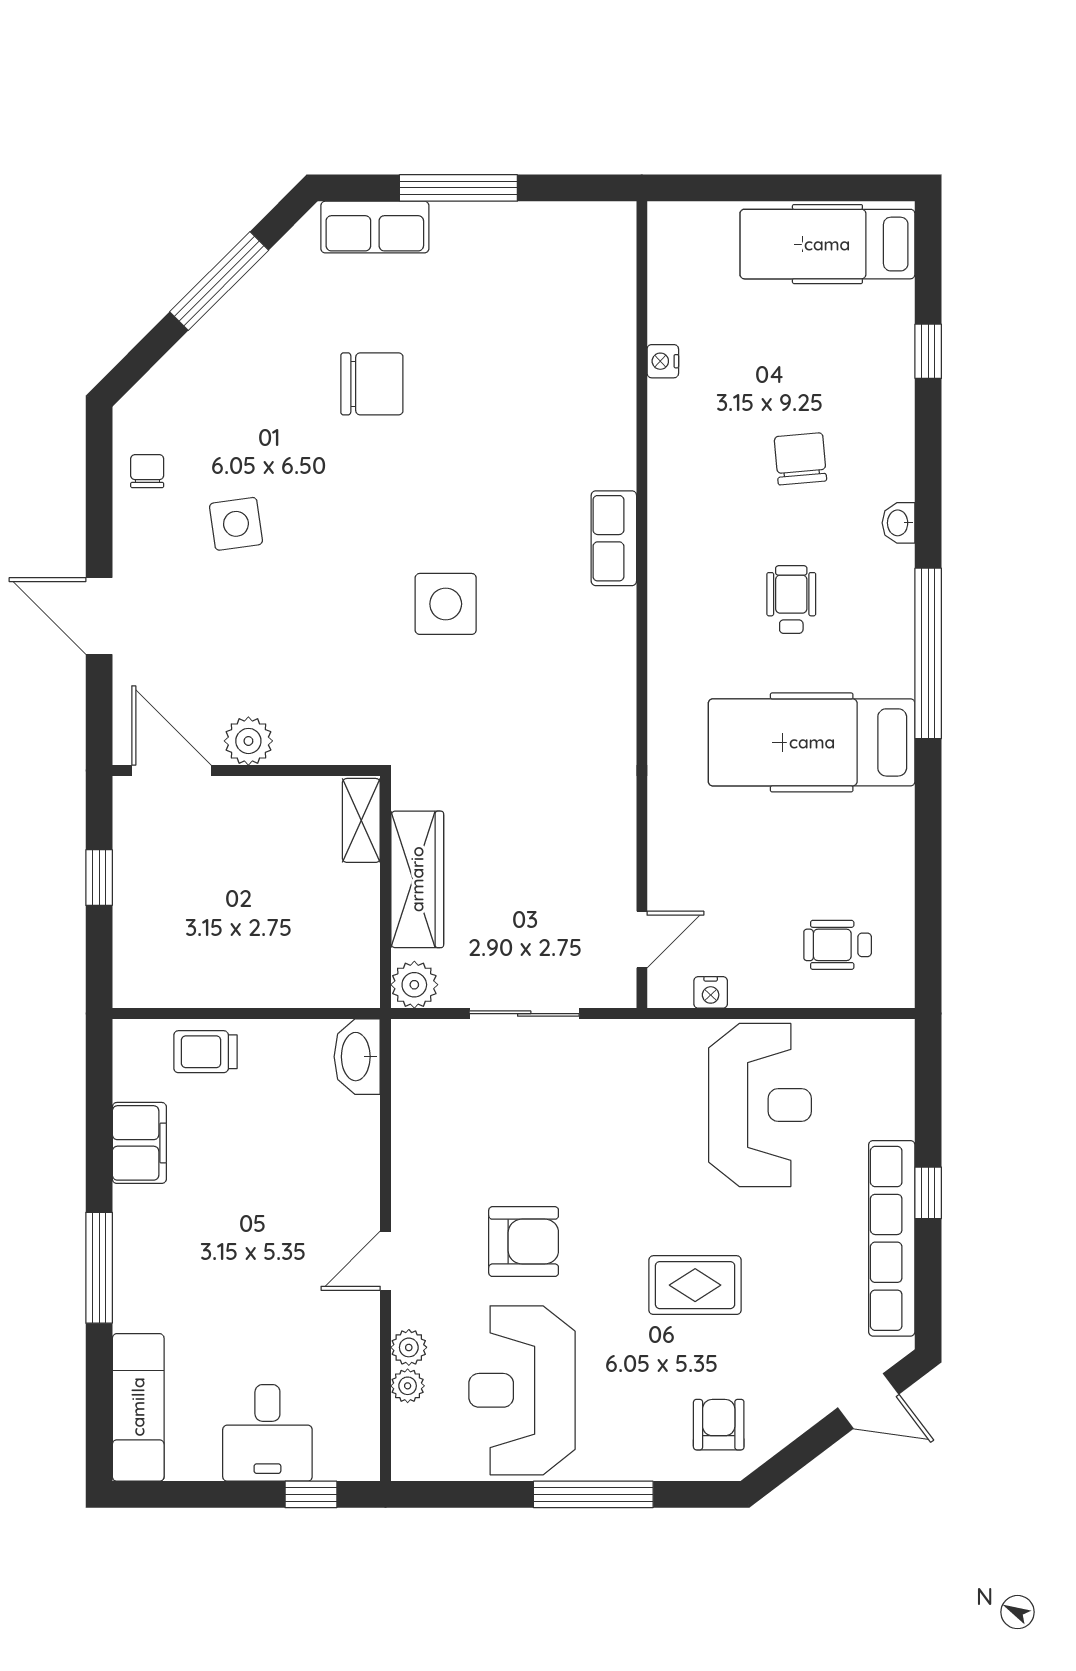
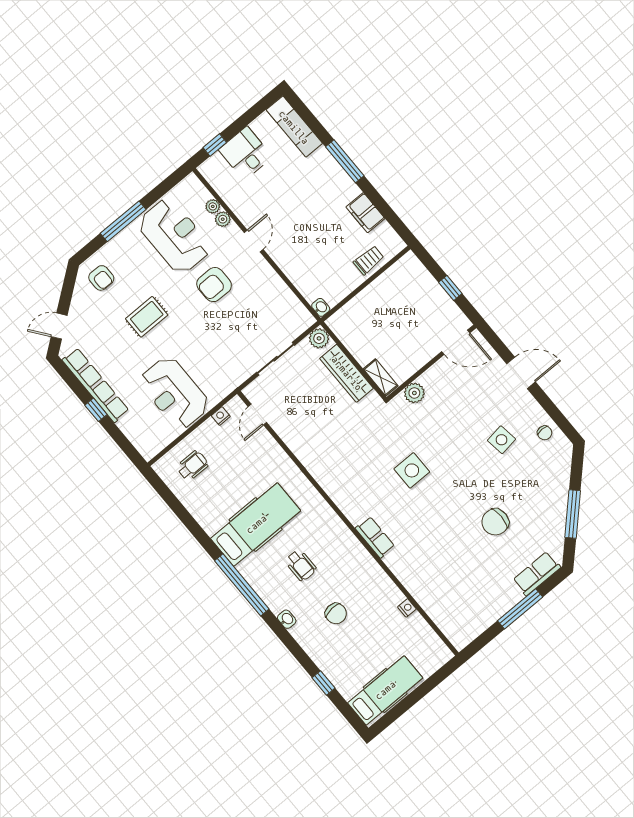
plant: (248, 741) -> (414, 393), moved
washbasin: (357, 1057) -> (321, 307), width x0.52, depth x0.69

